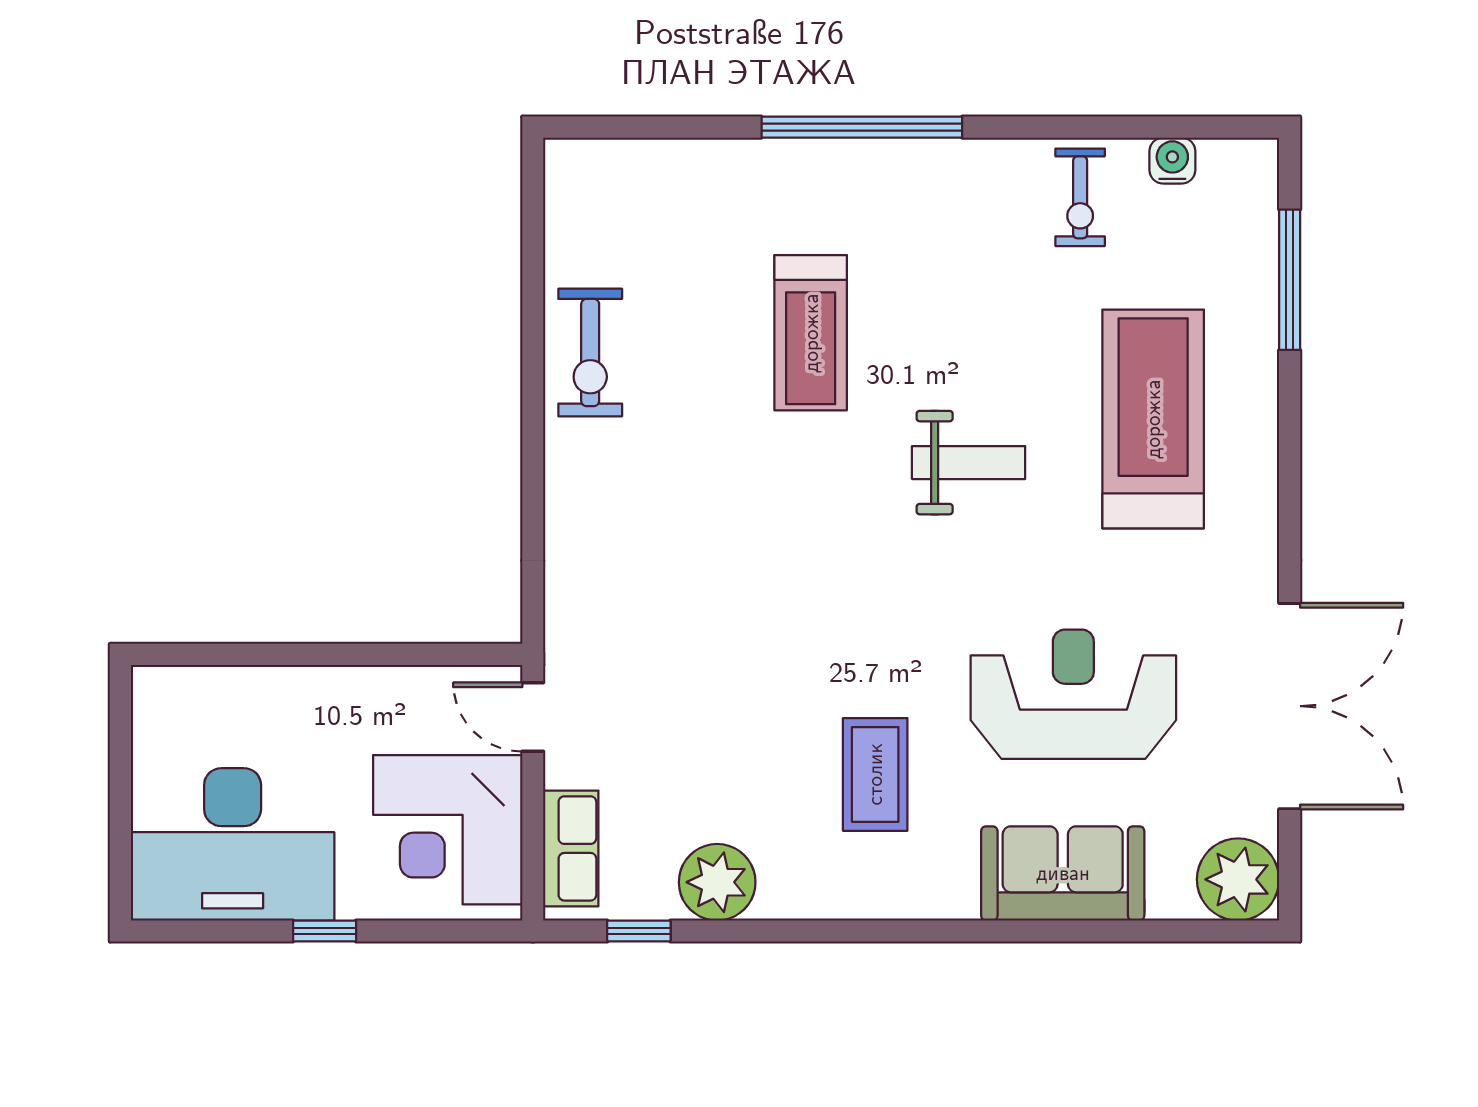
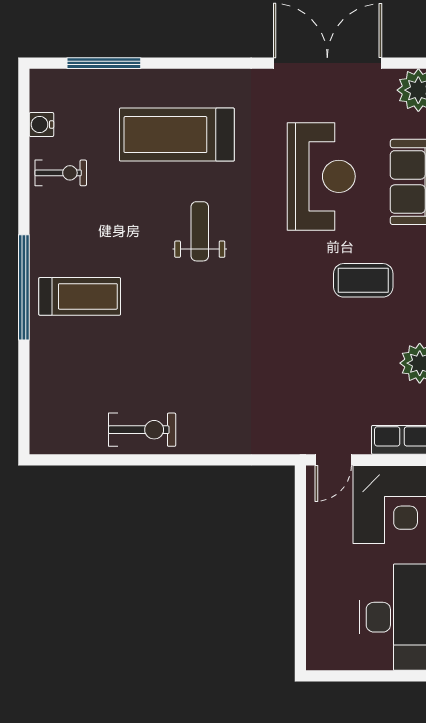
treadmill: (811, 333) -> (80, 296), moved
reception desk: (1073, 694) -> (321, 176), turned 180

